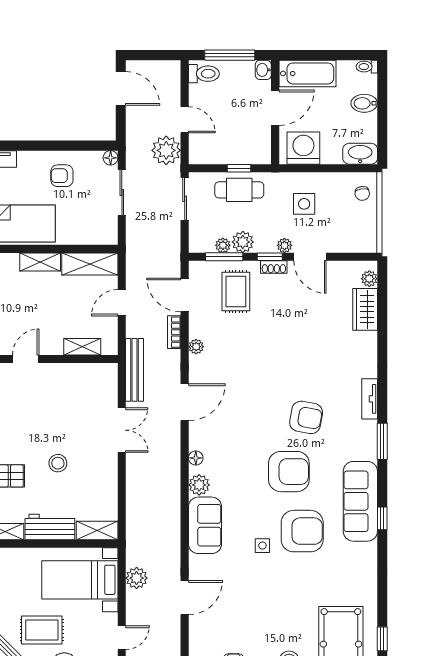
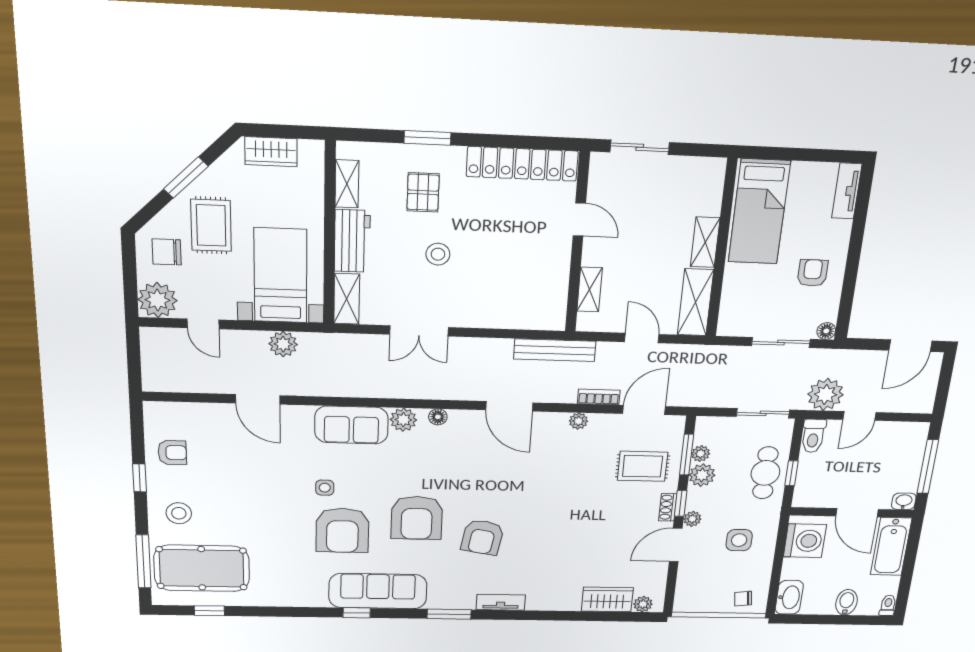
toilet: (204, 74) -> (813, 436), moved
double door: (122, 430) -> (419, 331), moved

